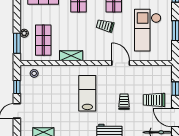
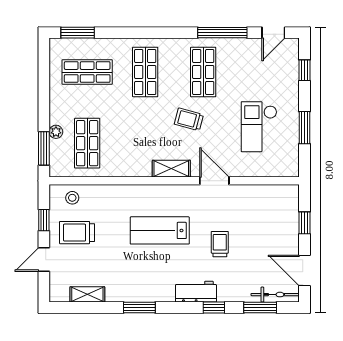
checkout: (148, 30) -> (259, 127), width x0.73, depth x0.83
shelving: (71, 56) -> (171, 169), moved
lab bench: (87, 93) -> (160, 230), turned -90
trolley: (154, 100) -> (77, 233), moved

